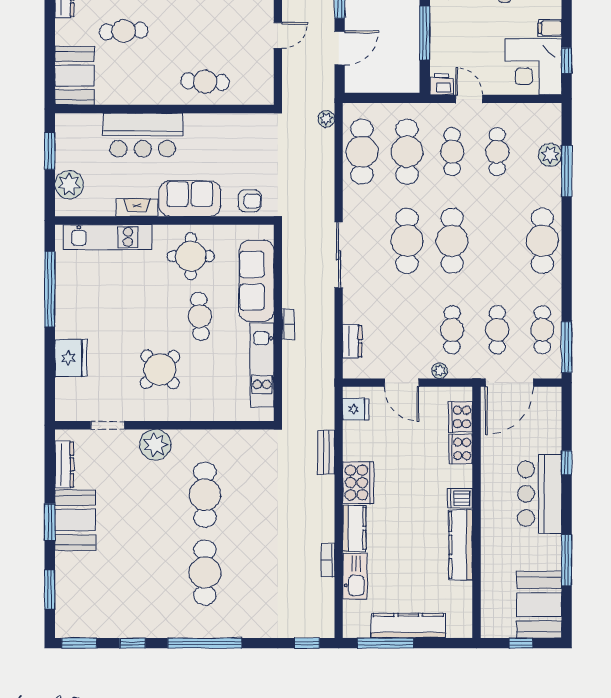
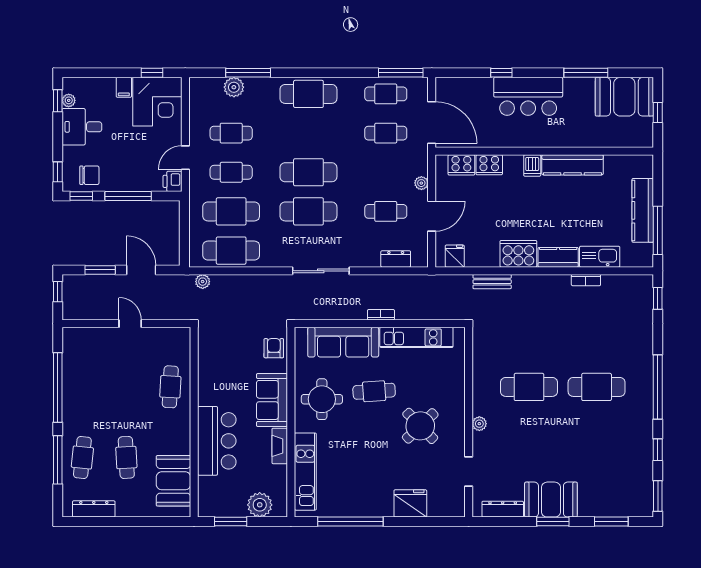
booth: (75, 76) -> (173, 481), moved, turned 90
cafe table: (452, 330) -> (386, 211), moved
plant: (155, 445) -> (479, 424), width x0.53, depth x0.53

